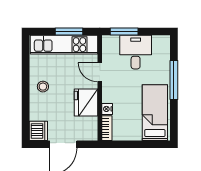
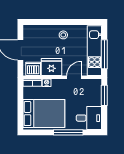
window: (69, 32) -> (104, 54), width x1.44
desk: (136, 52) -> (89, 118), moved
bed: (155, 113) -> (44, 114), width x1.50
dishwasher: (38, 131) -> (33, 69), moved, turned 180

